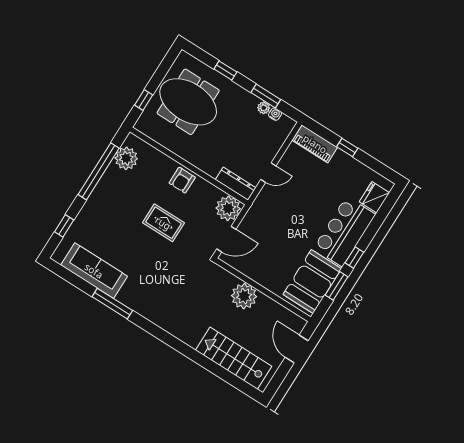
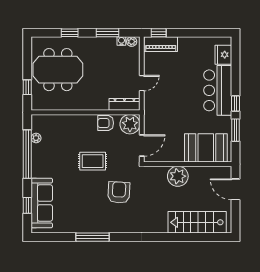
plant: (264, 108) -> (132, 42), moved
window: (347, 148) -> (159, 33), moved
plant: (126, 158) -> (36, 138), width x0.53, depth x0.53
armchair: (182, 180) -> (106, 123), moved, turned 90
sofa: (94, 271) -> (42, 203), moved, turned 90
armchair: (170, 274) -> (119, 192), added
booth: (312, 282) -> (206, 148), moved, turned 90

